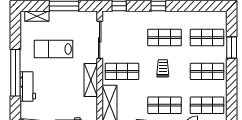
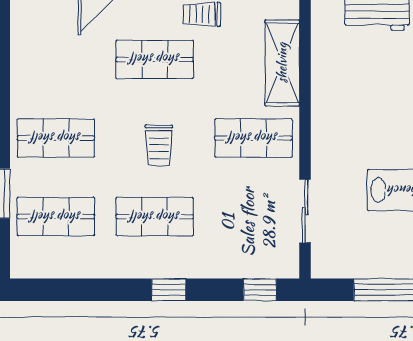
sliding door: (100, 40) -> (305, 211), width x0.73
shelving: (91, 80) -> (326, 118), removed
shop shelf: (207, 105) -> (56, 59), removed

